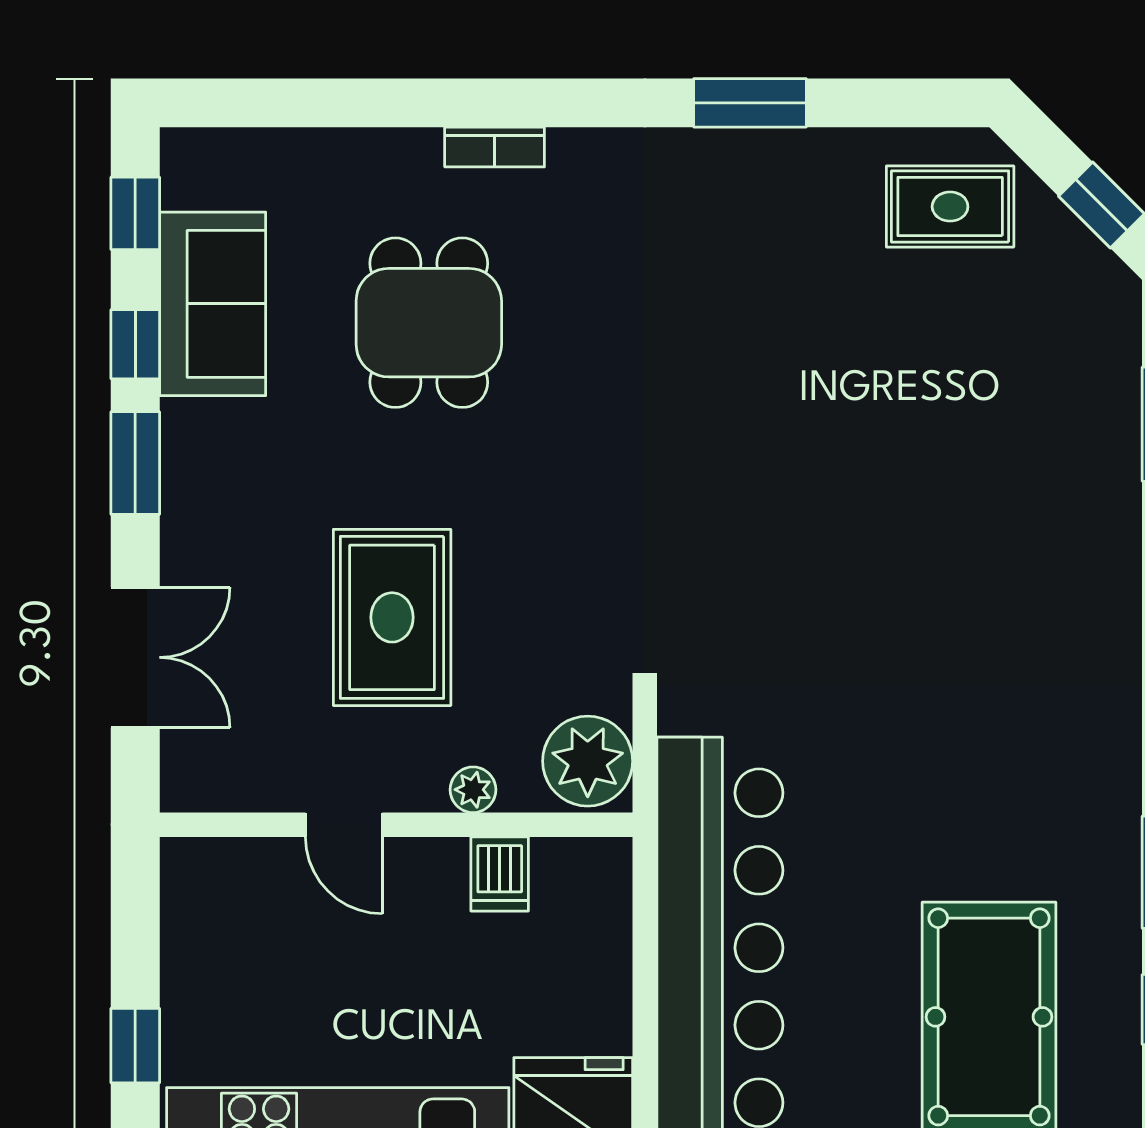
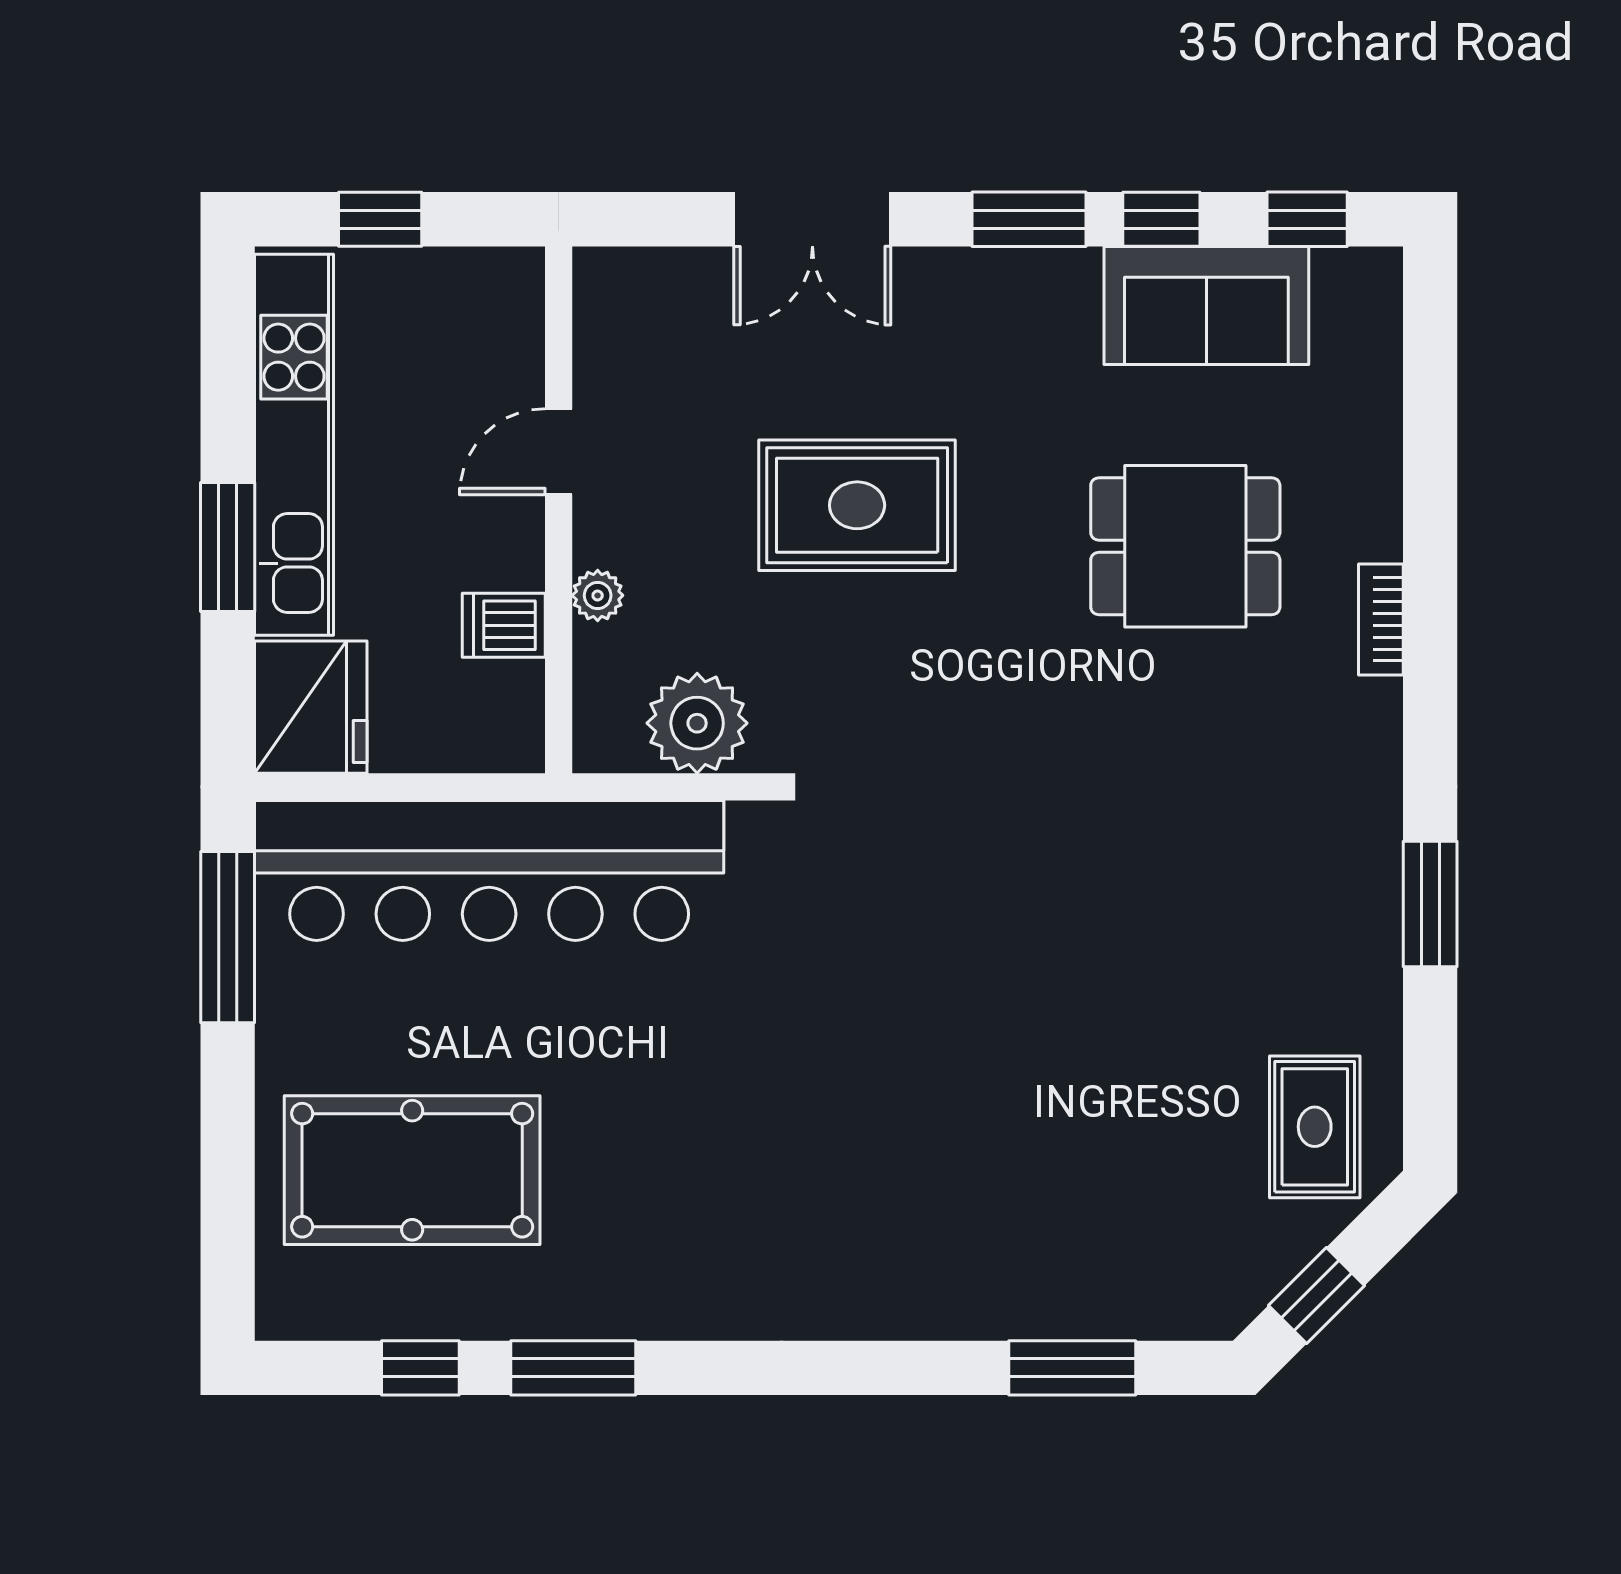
plant: (473, 790) -> (598, 595), moved
door: (344, 825) -> (559, 452), moved
wall: (396, 825) -> (559, 510), moved
dishwasher: (500, 874) -> (504, 625), moved

